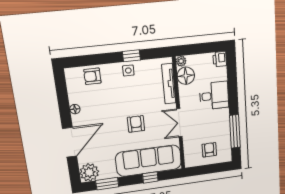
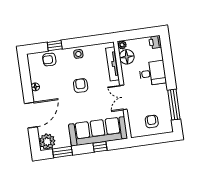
window: (131, 56) -> (55, 46), moved
armchair: (136, 124) -> (81, 86), moved

